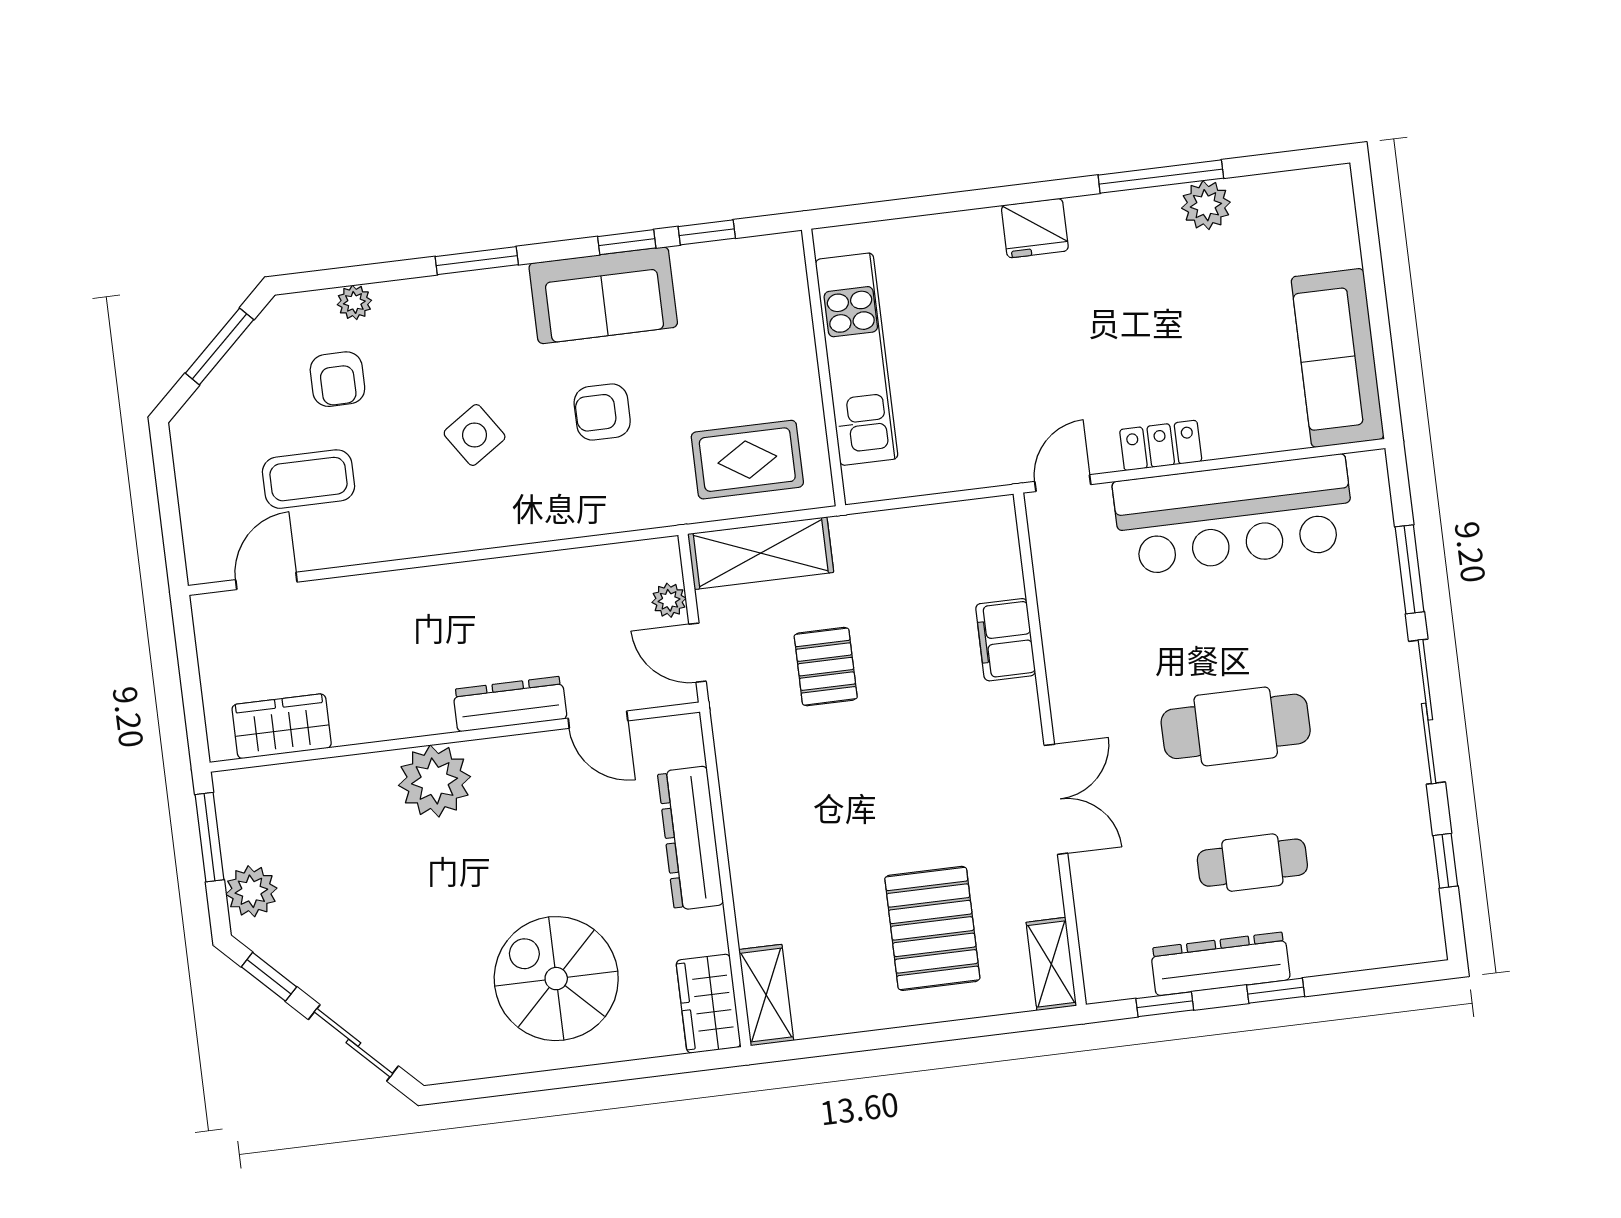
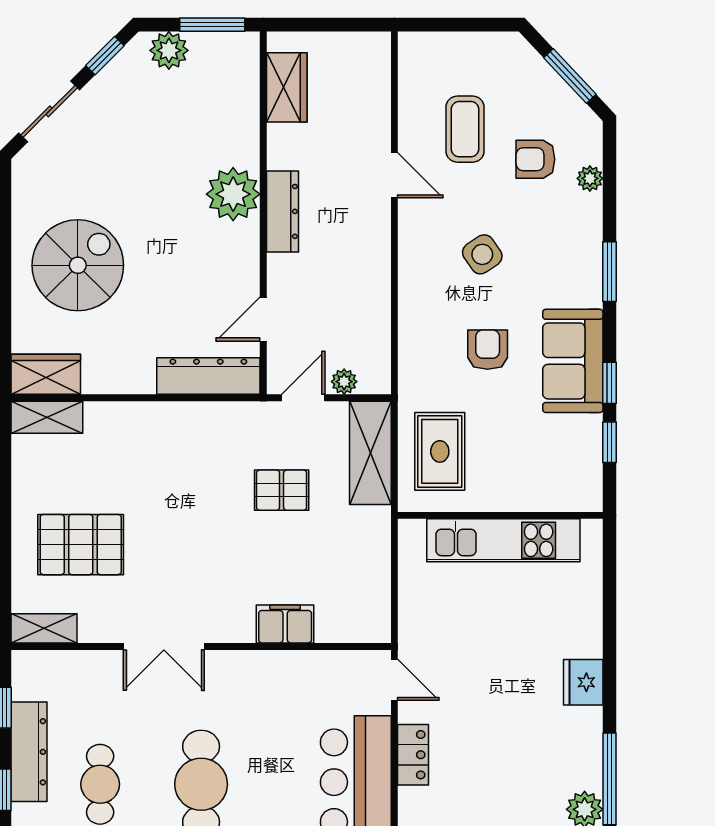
door: (266, 581) -> (394, 175), moved
dresser: (510, 704) -> (283, 211), moved
dresser: (691, 838) -> (208, 376), moved

